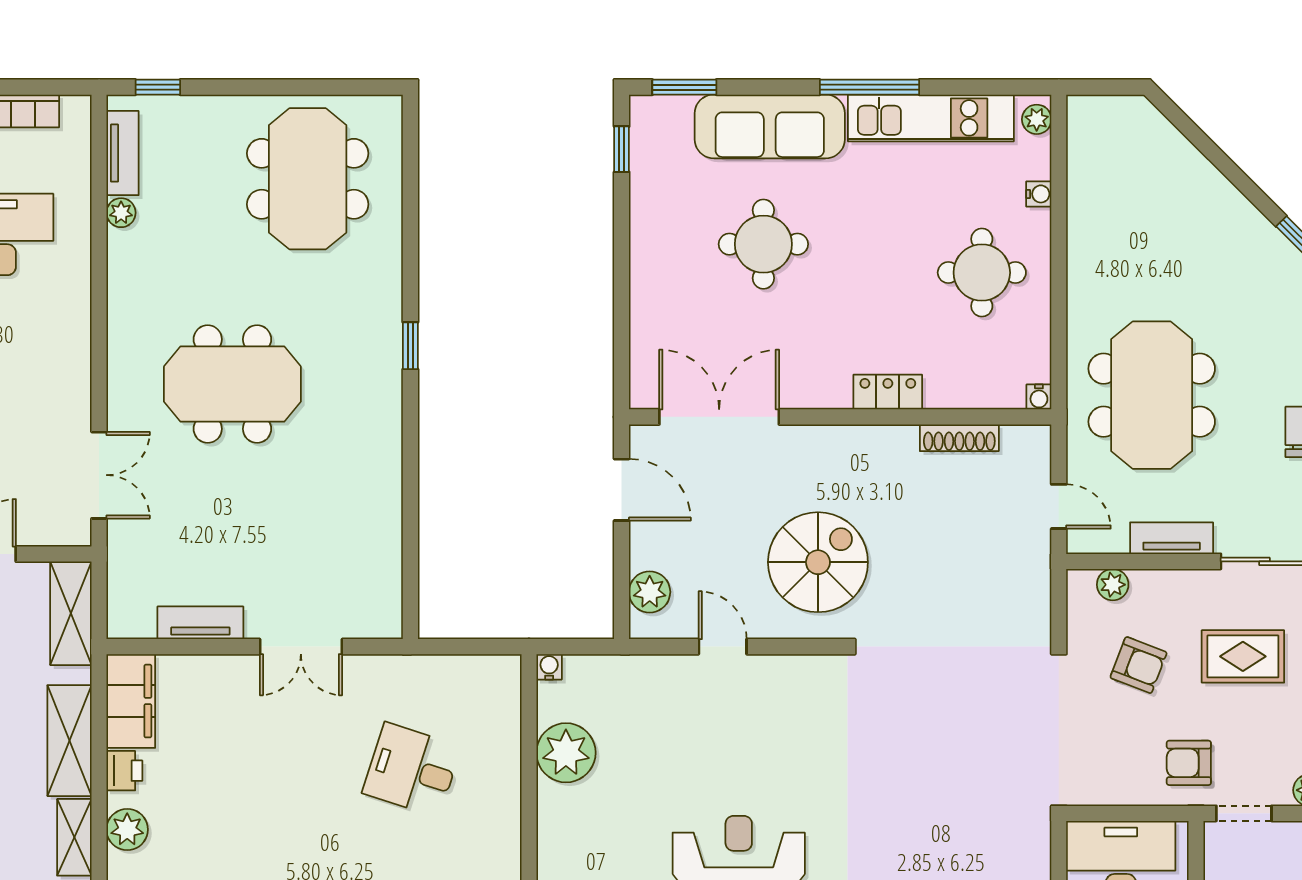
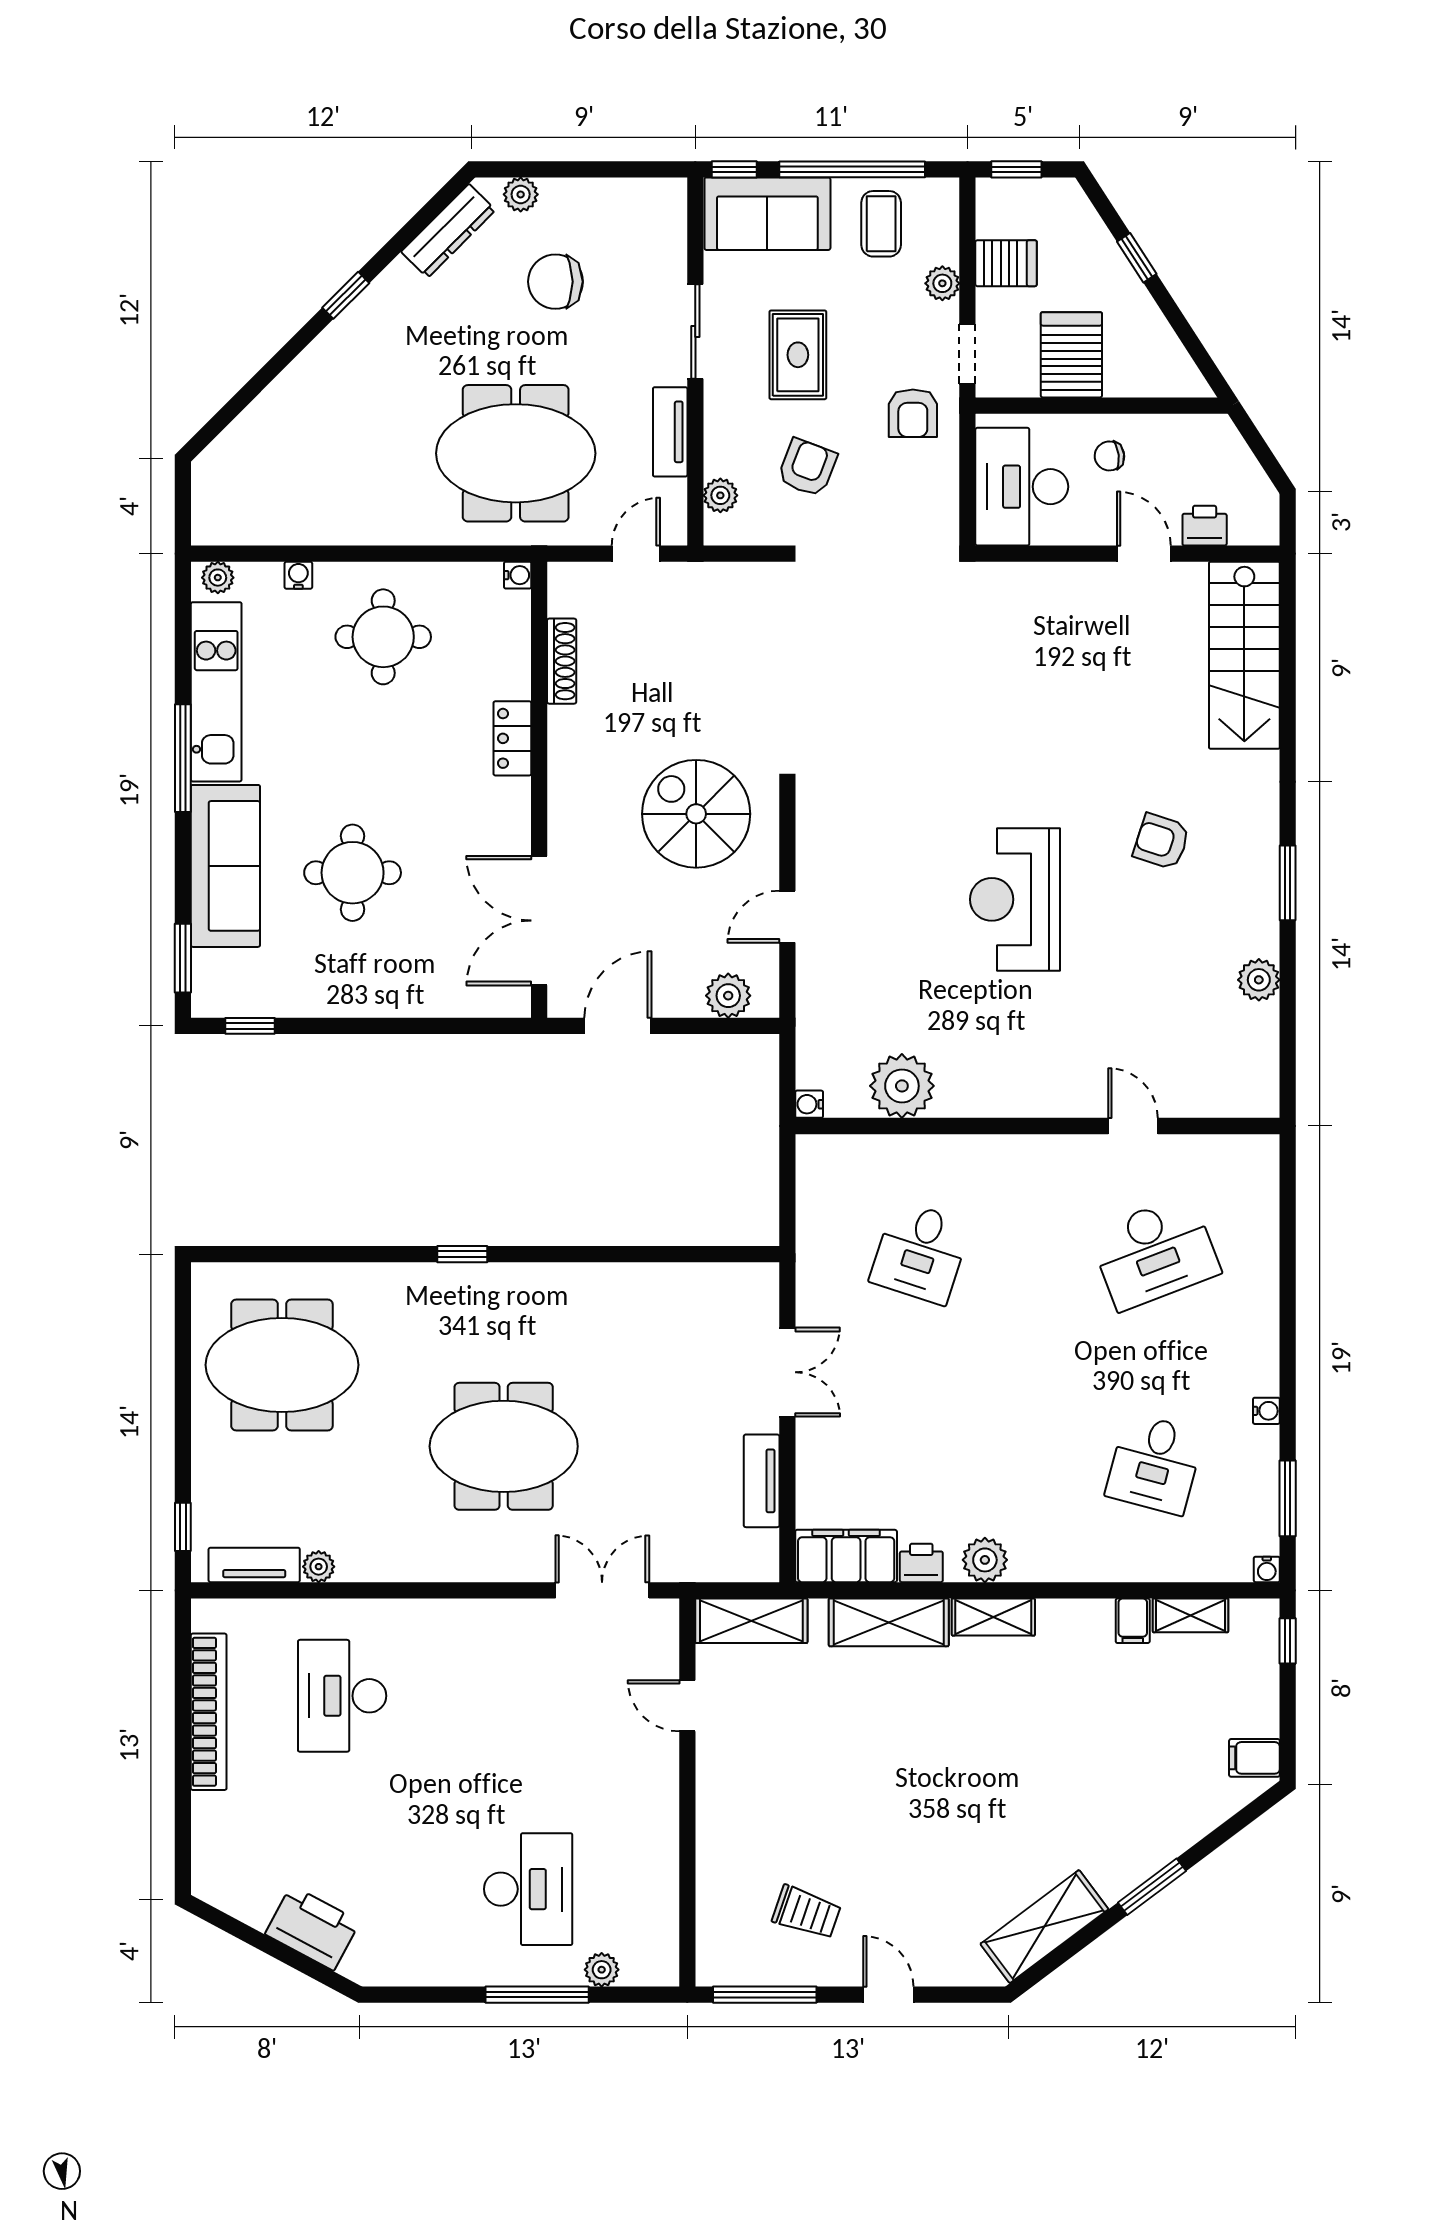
meeting table: (232, 384) -> (504, 1446), turned 90

